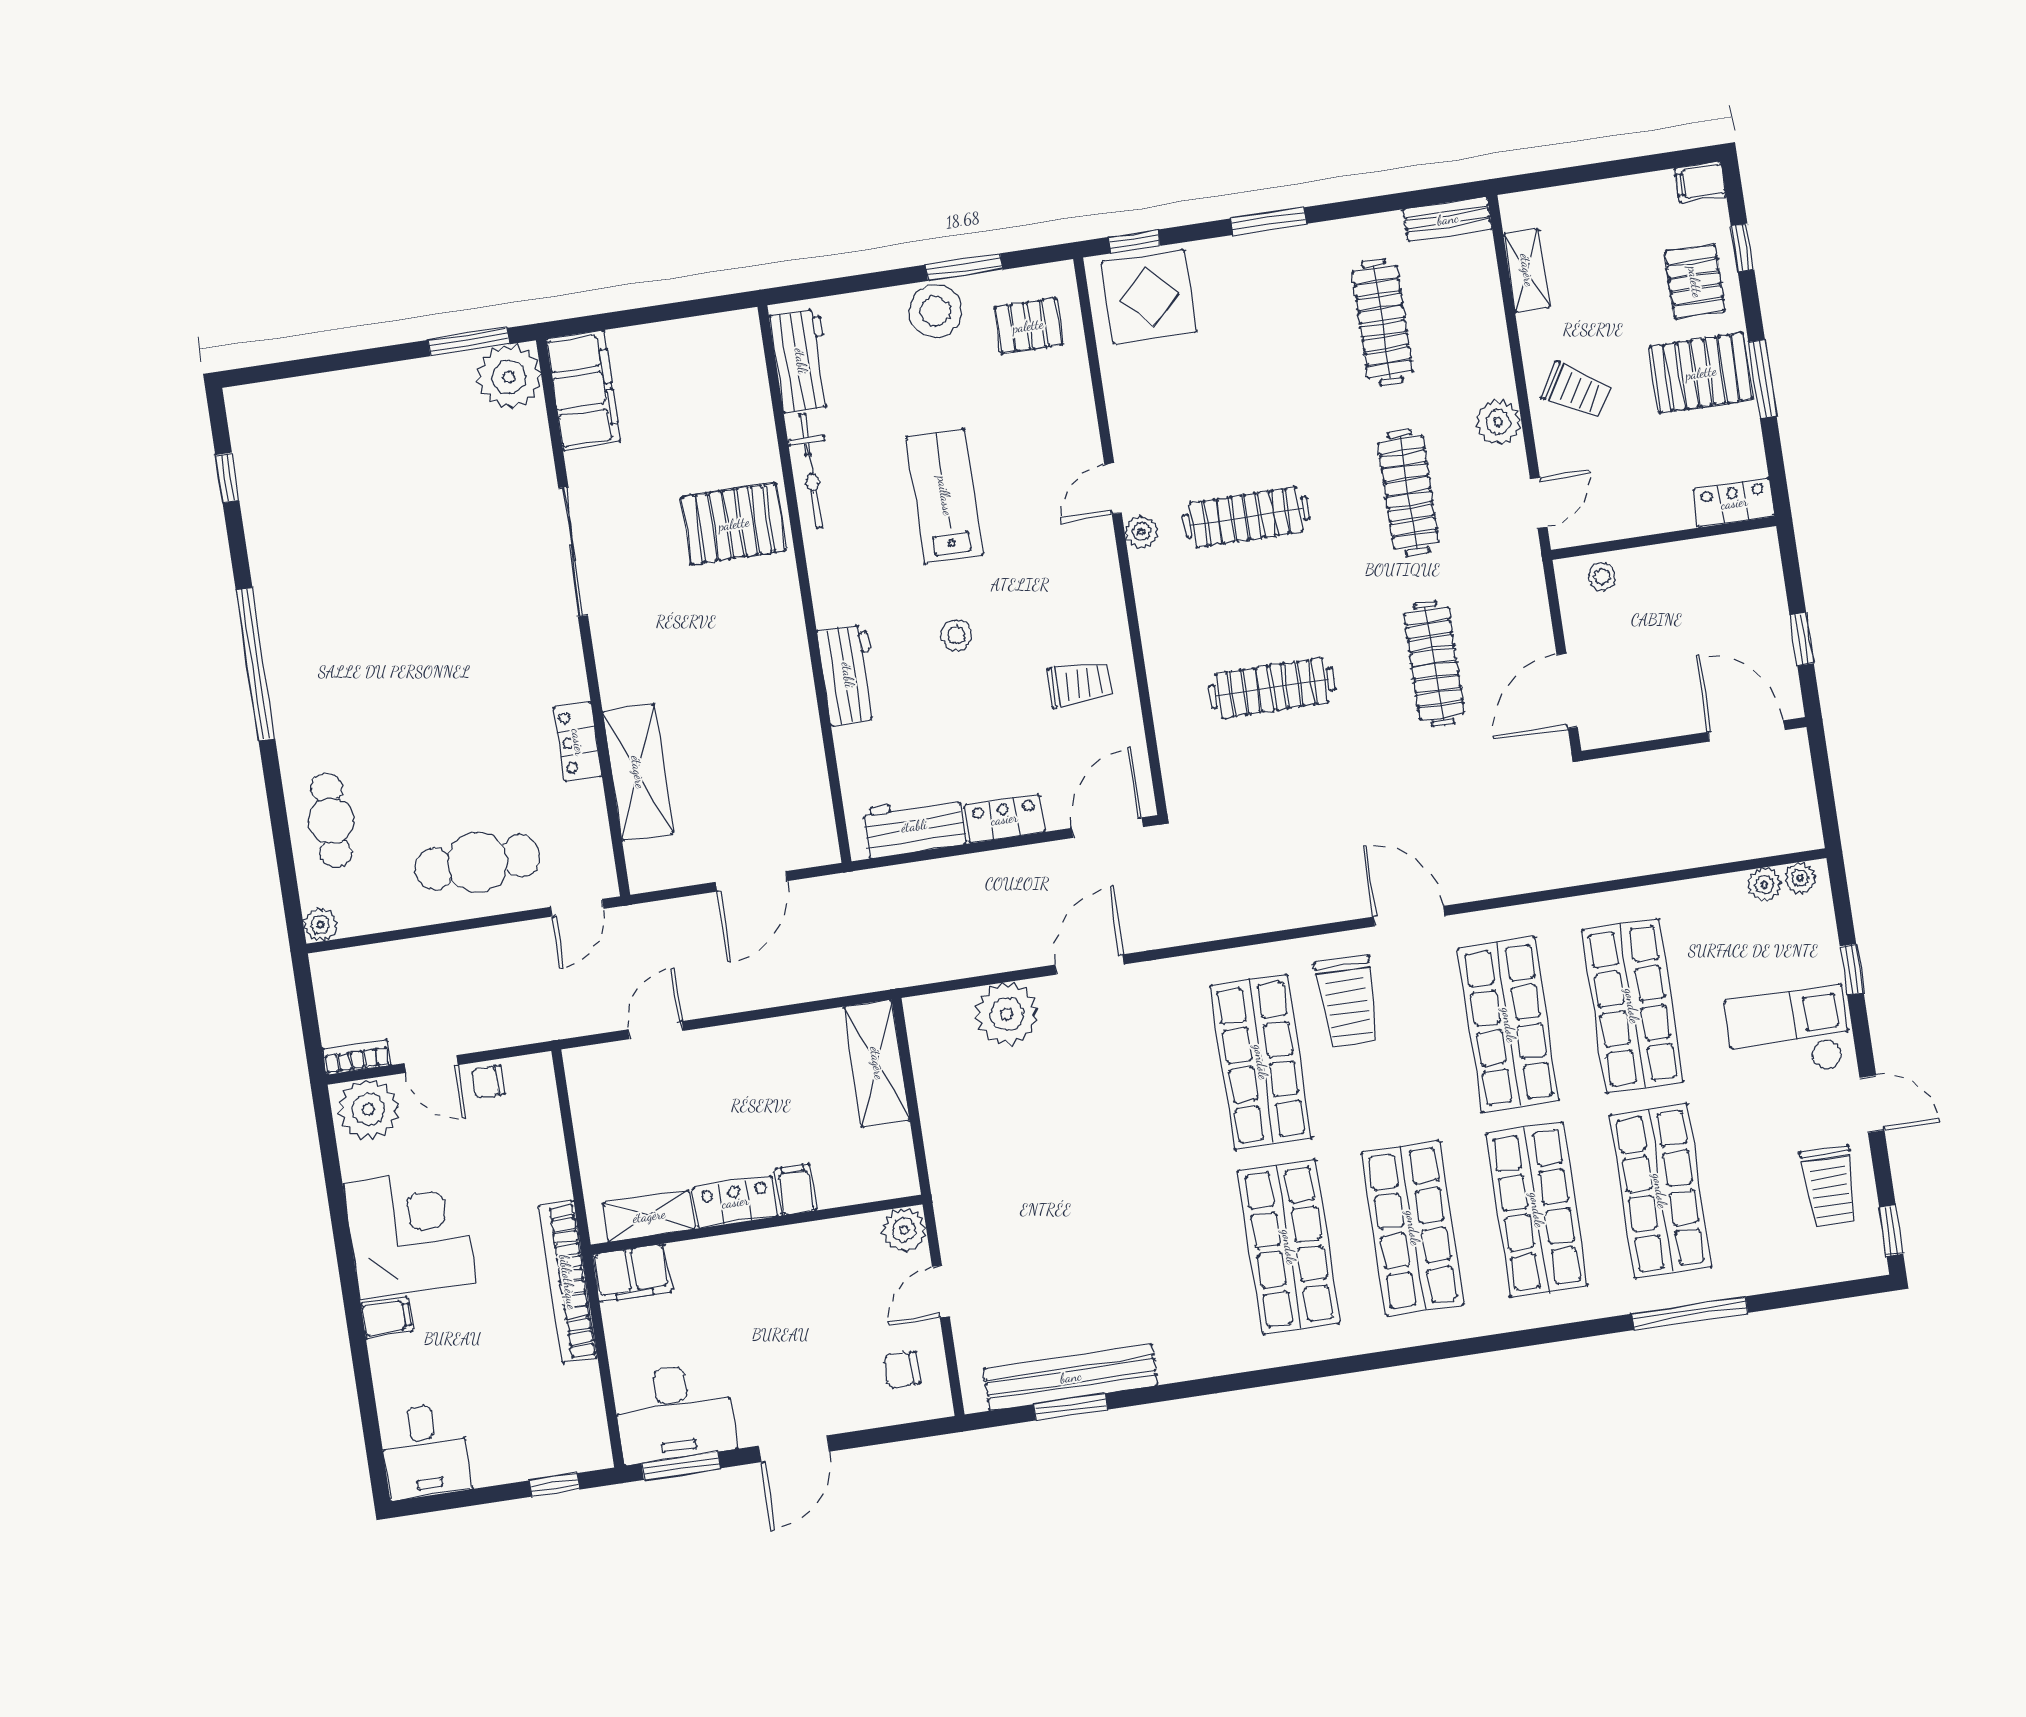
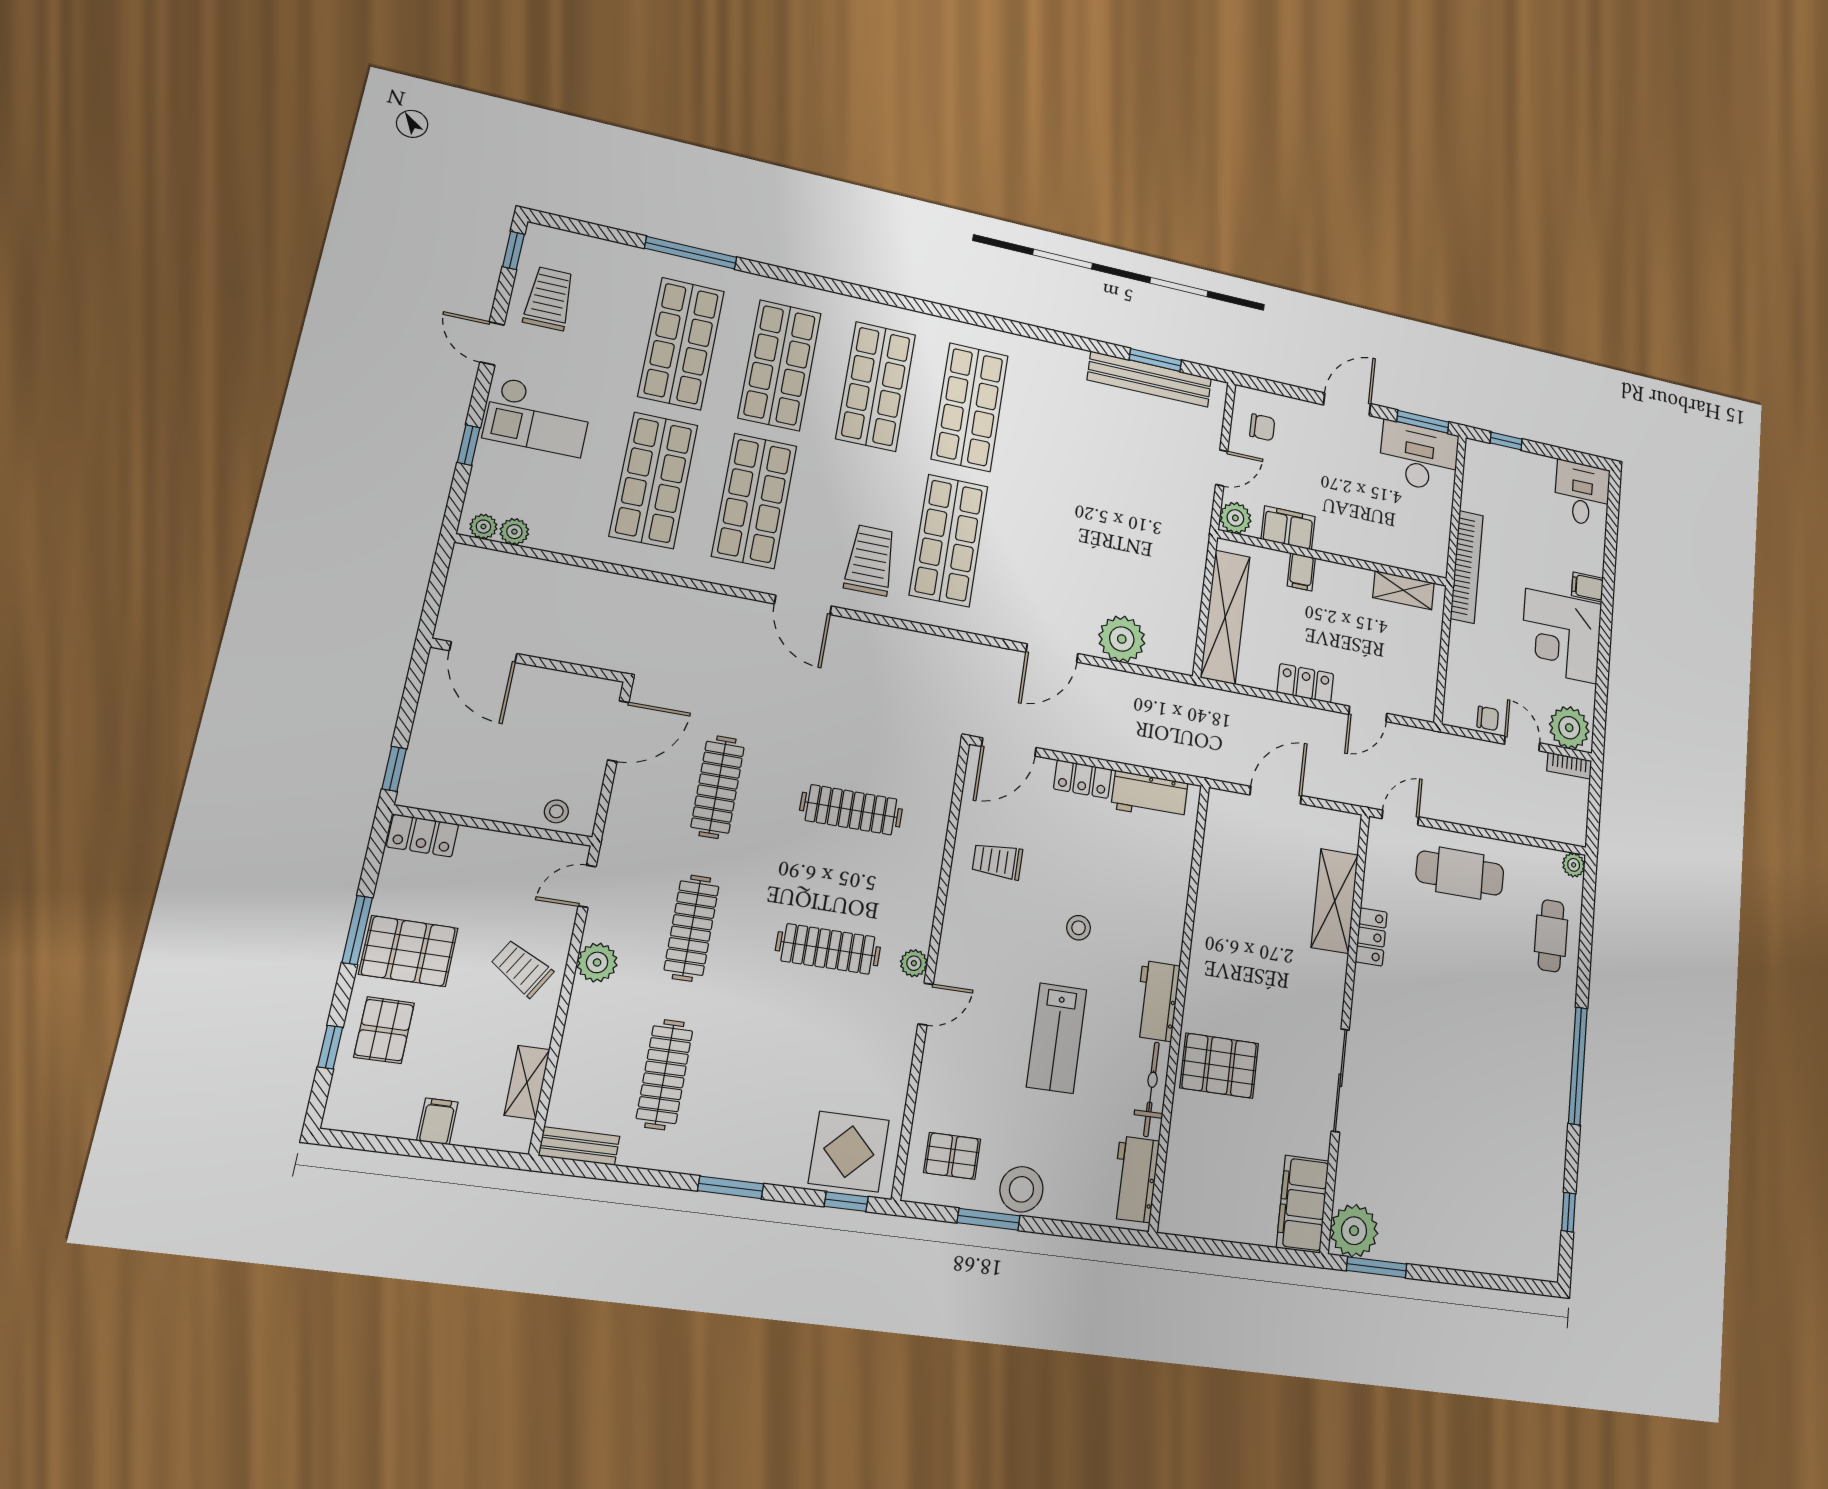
filing cabinet: (1700, 182) -> (437, 1121), moved, turned -90
window: (1802, 639) -> (394, 769), moved
workbench: (848, 675) -> (1157, 1001), moved
shelving: (877, 1063) -> (1225, 617), width x1.47
locker: (735, 1202) -> (1305, 683), moved, turned 180
filing cabinet: (632, 1273) -> (1288, 528), moved

